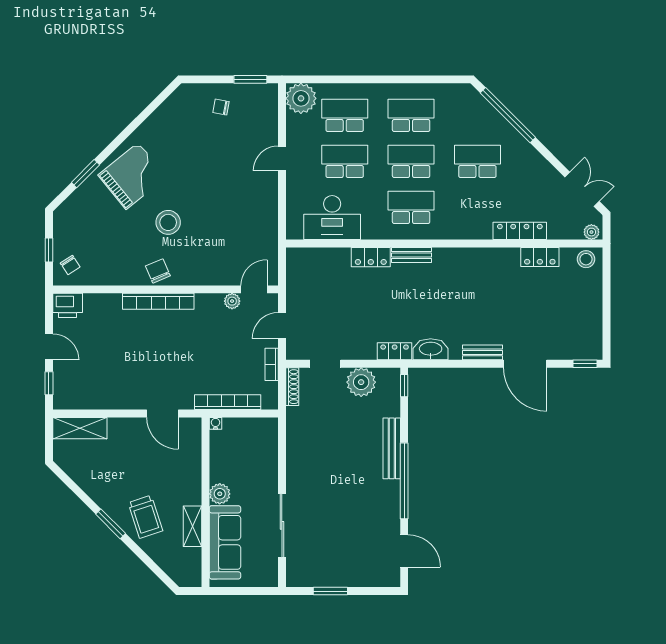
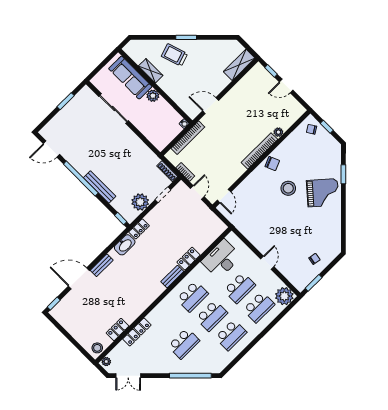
grand piano: (132, 176) -> (323, 193), turned -100
plant: (232, 301) -> (278, 132), moved
printer: (68, 305) -> (296, 111), removed

